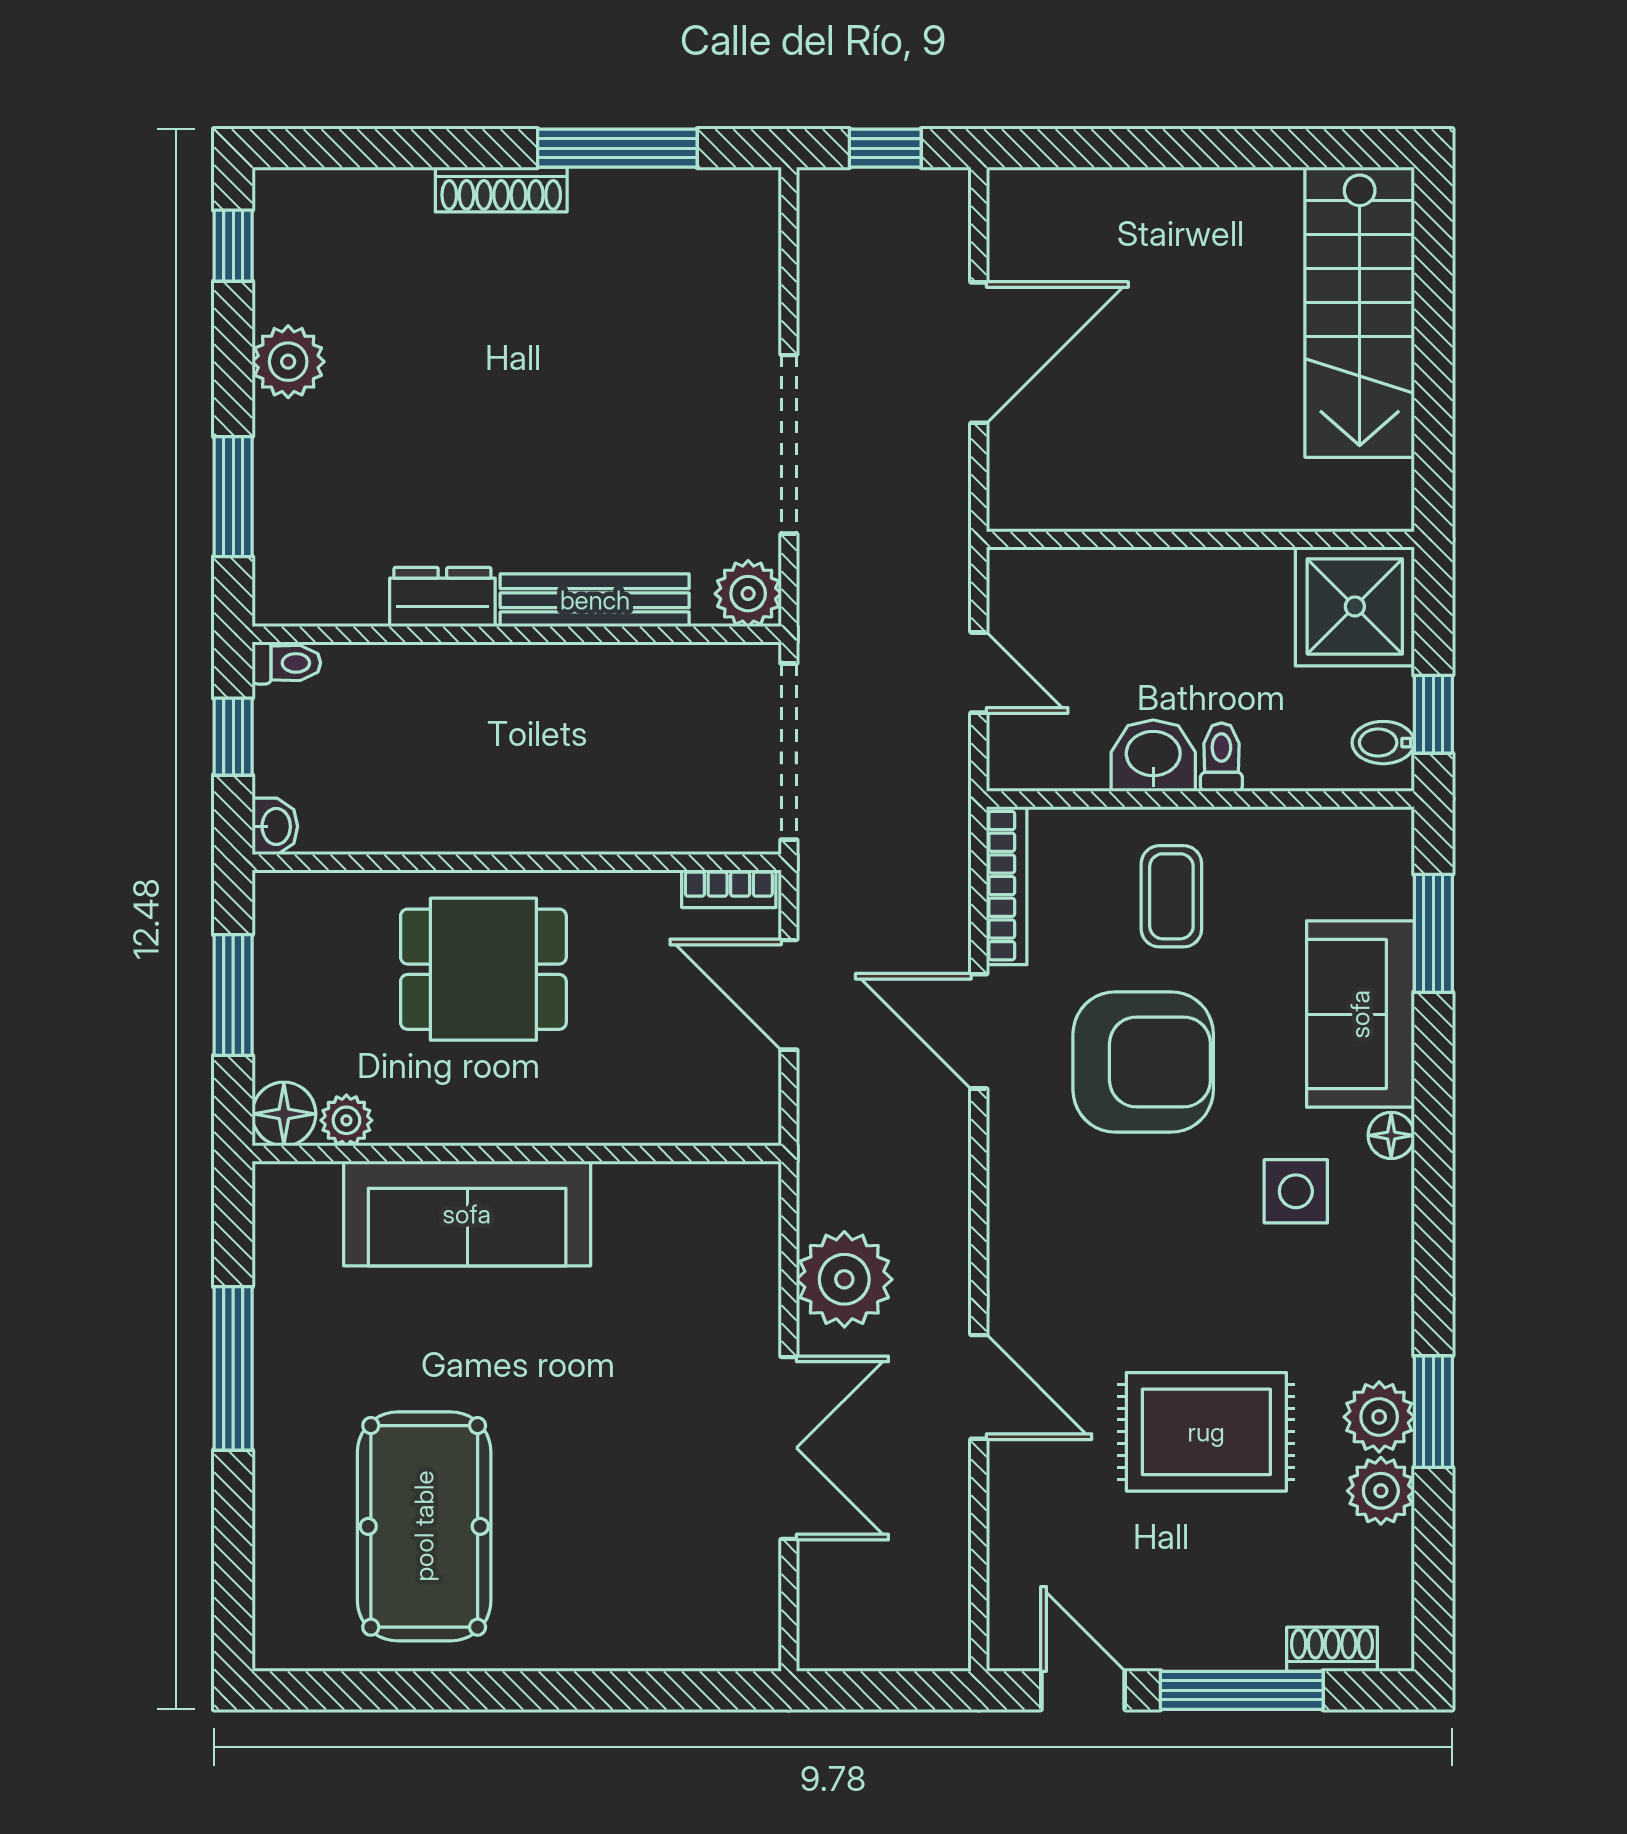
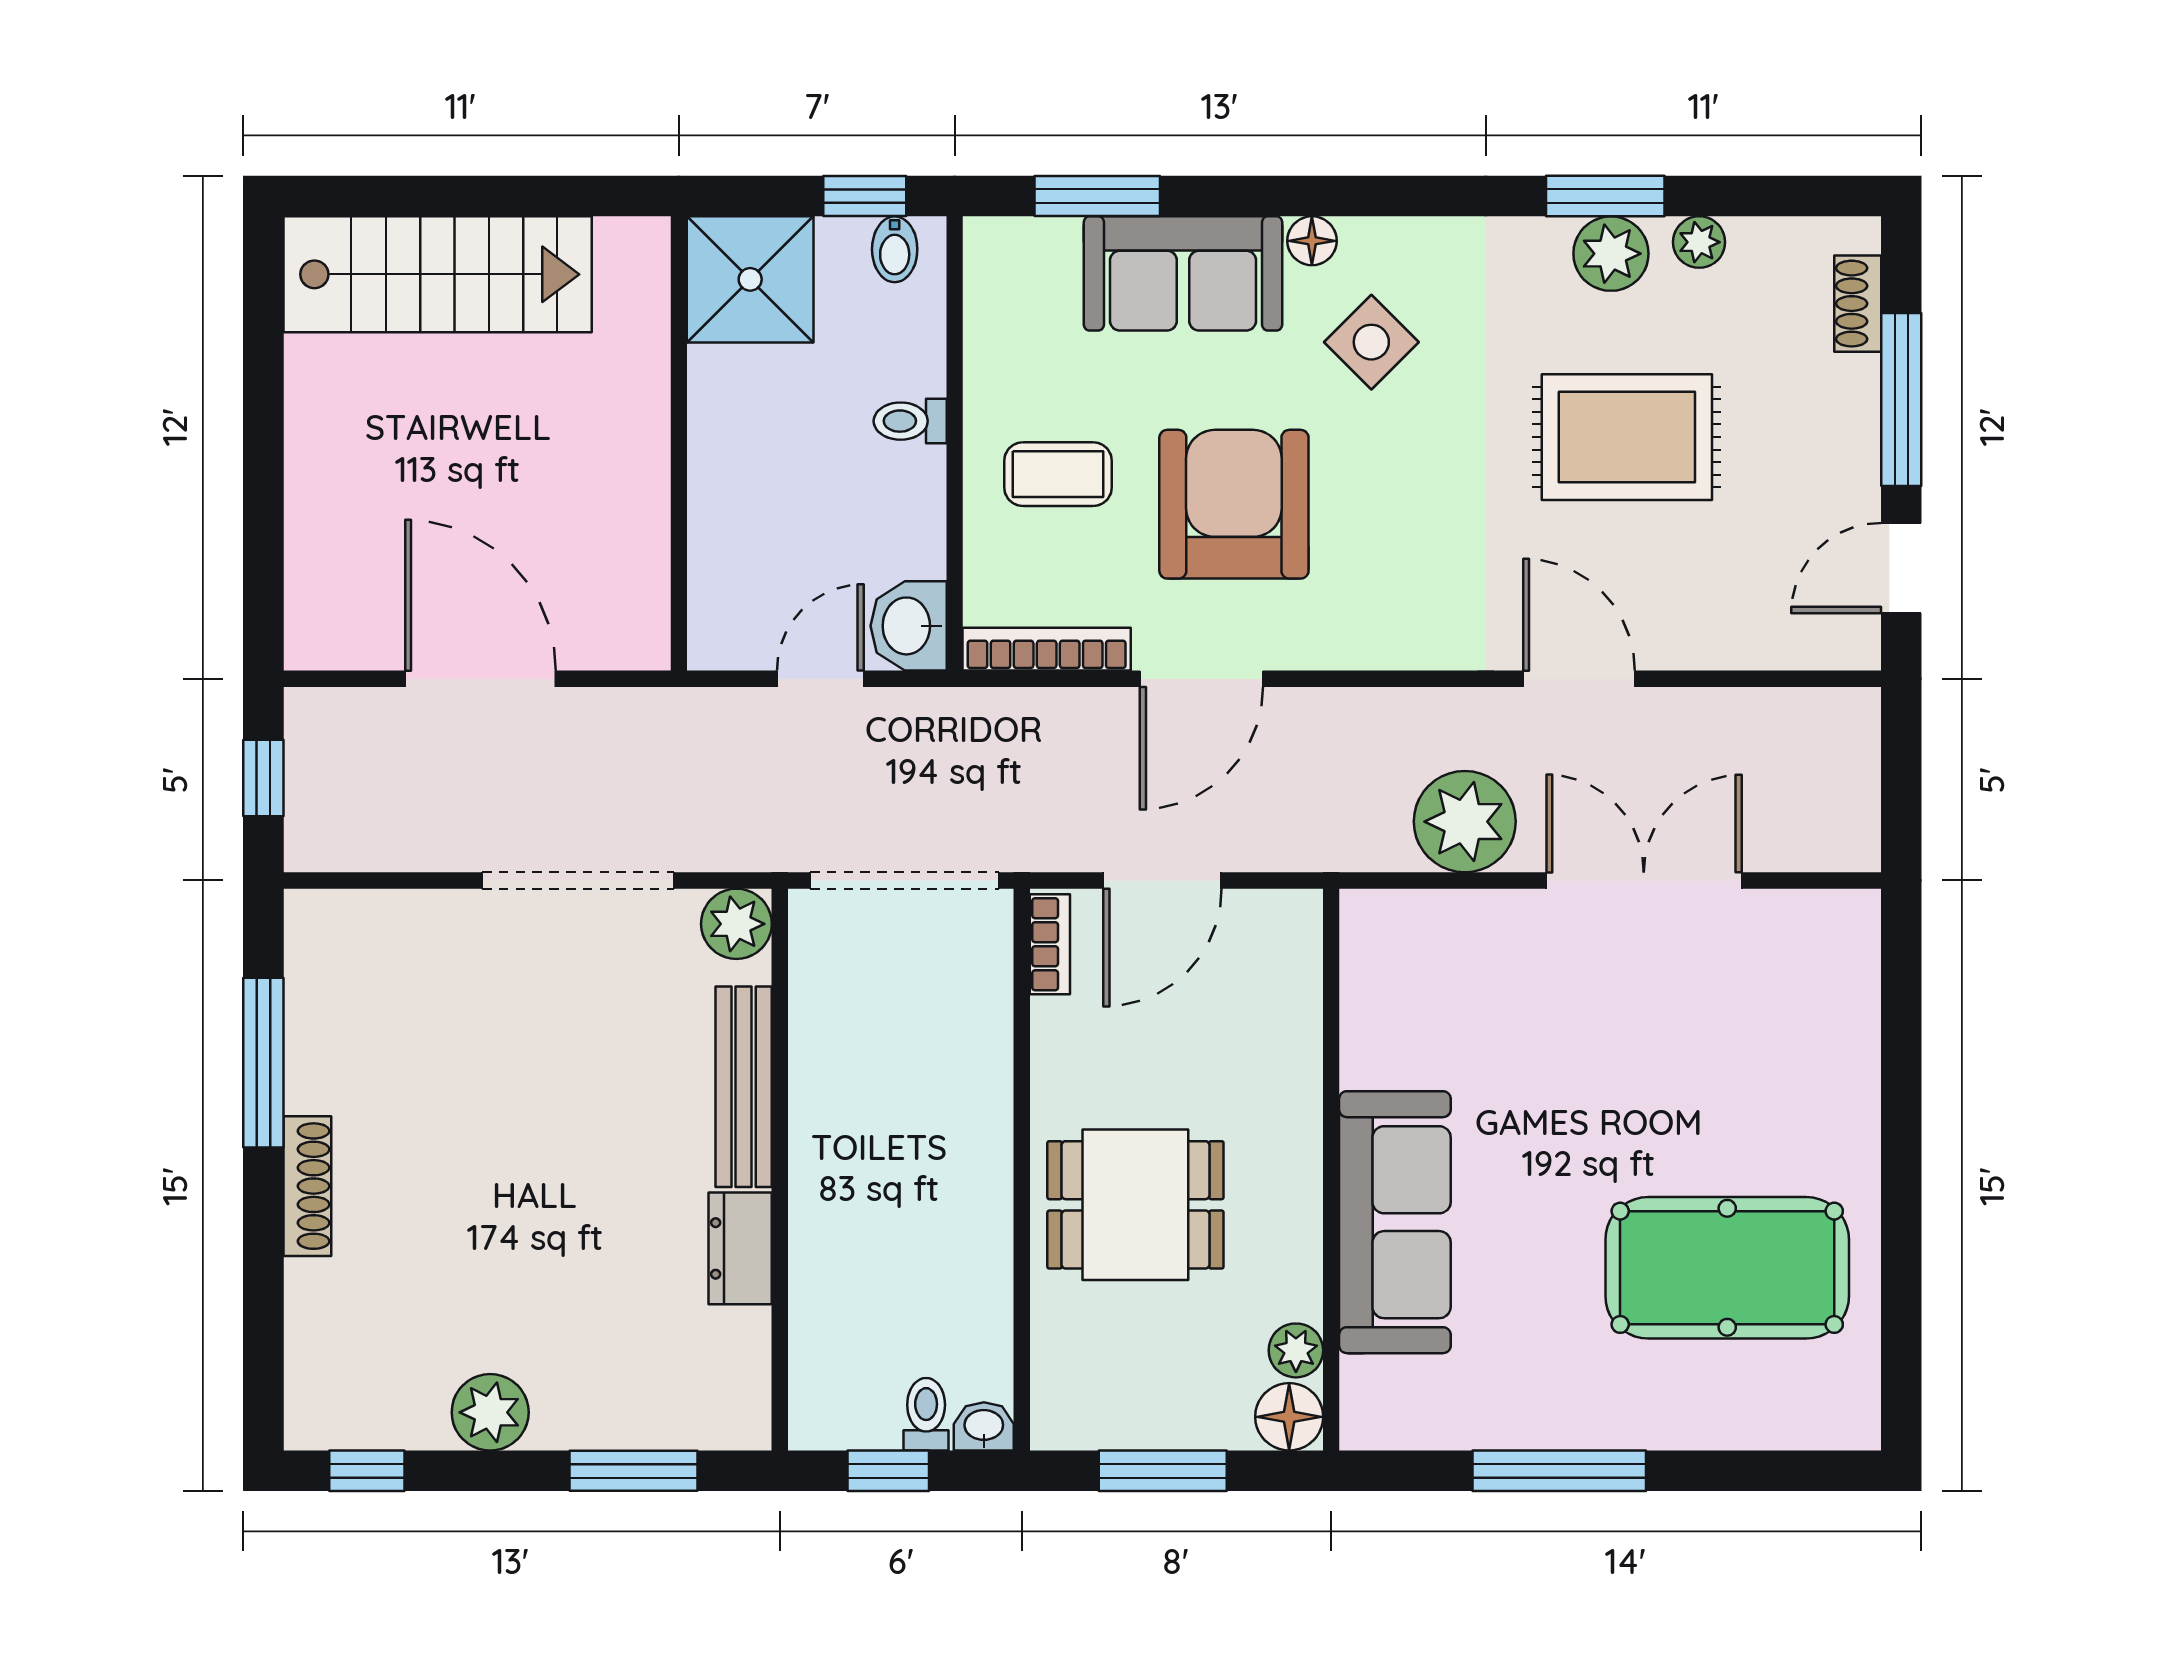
toilet: (286, 663) -> (926, 1414), moved
washbasin: (1153, 756) -> (909, 626), moved
dining table: (483, 969) -> (1135, 1205), turned 90
side table: (1296, 1191) -> (1371, 342), turned 45
door: (979, 1387) -> (1579, 679), hinge flipped
rug: (1206, 1432) -> (1627, 437), turned 90
plant: (1381, 1491) -> (1699, 242), width x0.73, depth x0.73

